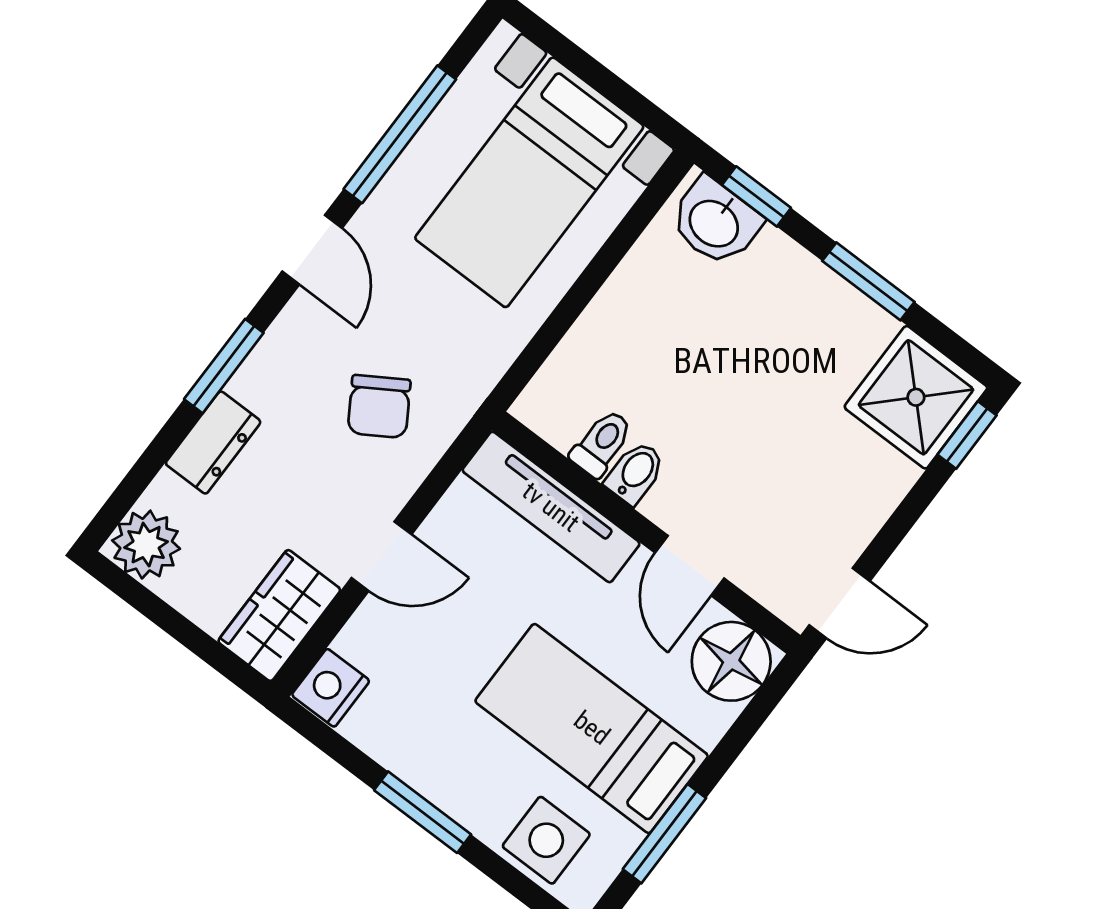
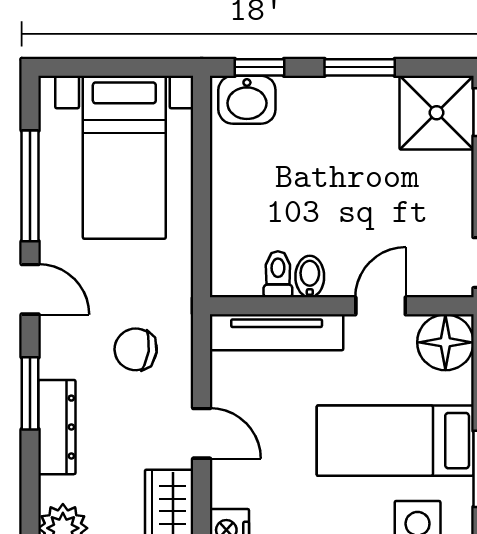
chair: (379, 406) -> (136, 349), turned 130
dresser: (213, 443) -> (57, 427), width x1.44
door: (382, 556) -> (202, 433), hinge flipped
door: (690, 566) -> (381, 306), swing flipped

